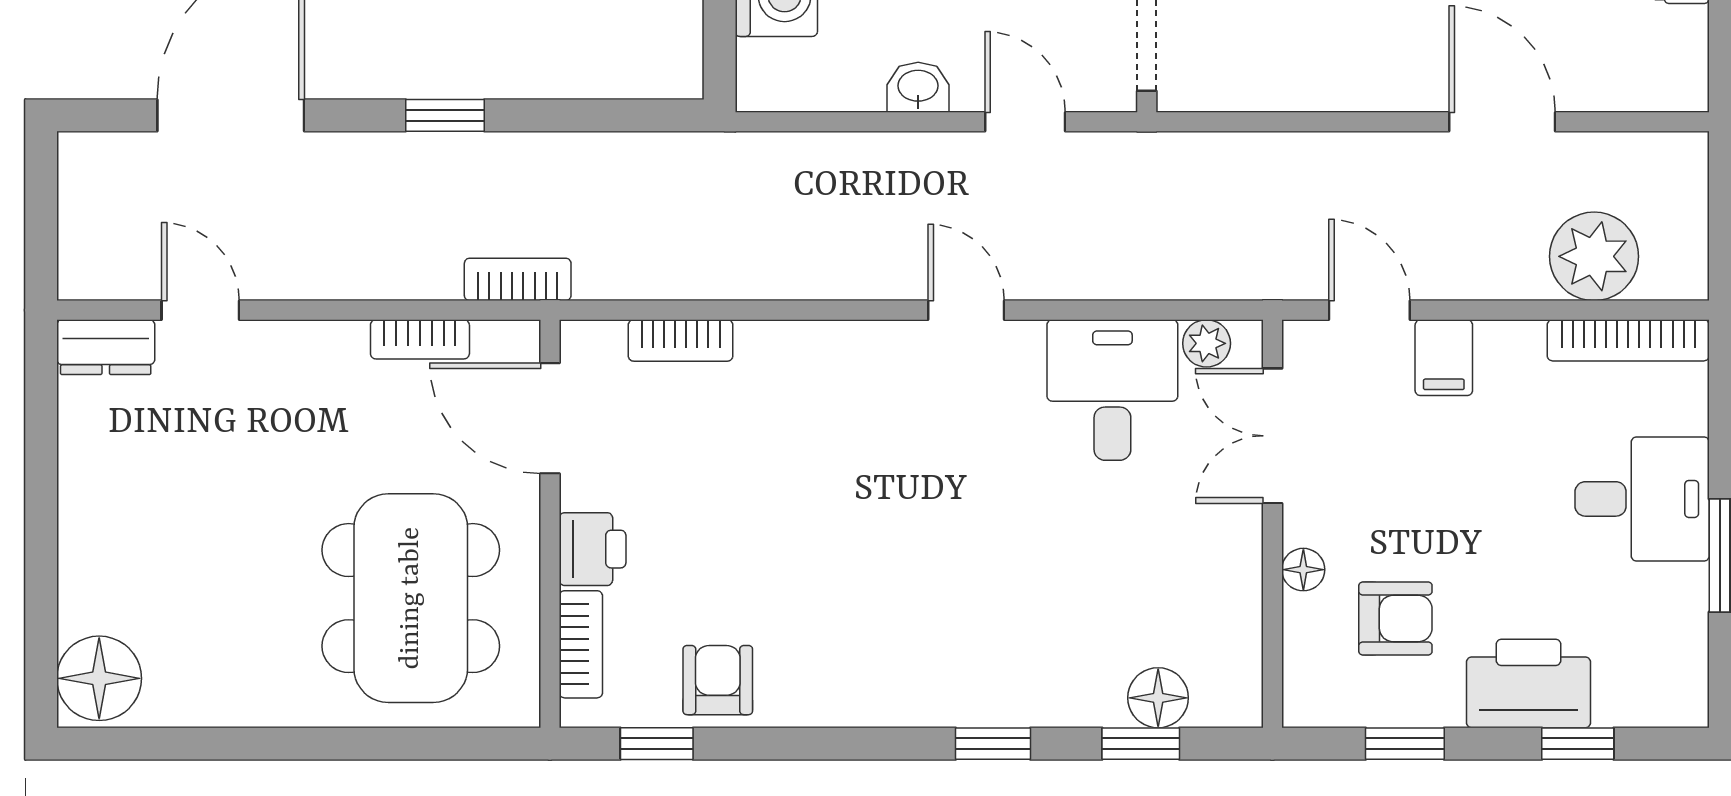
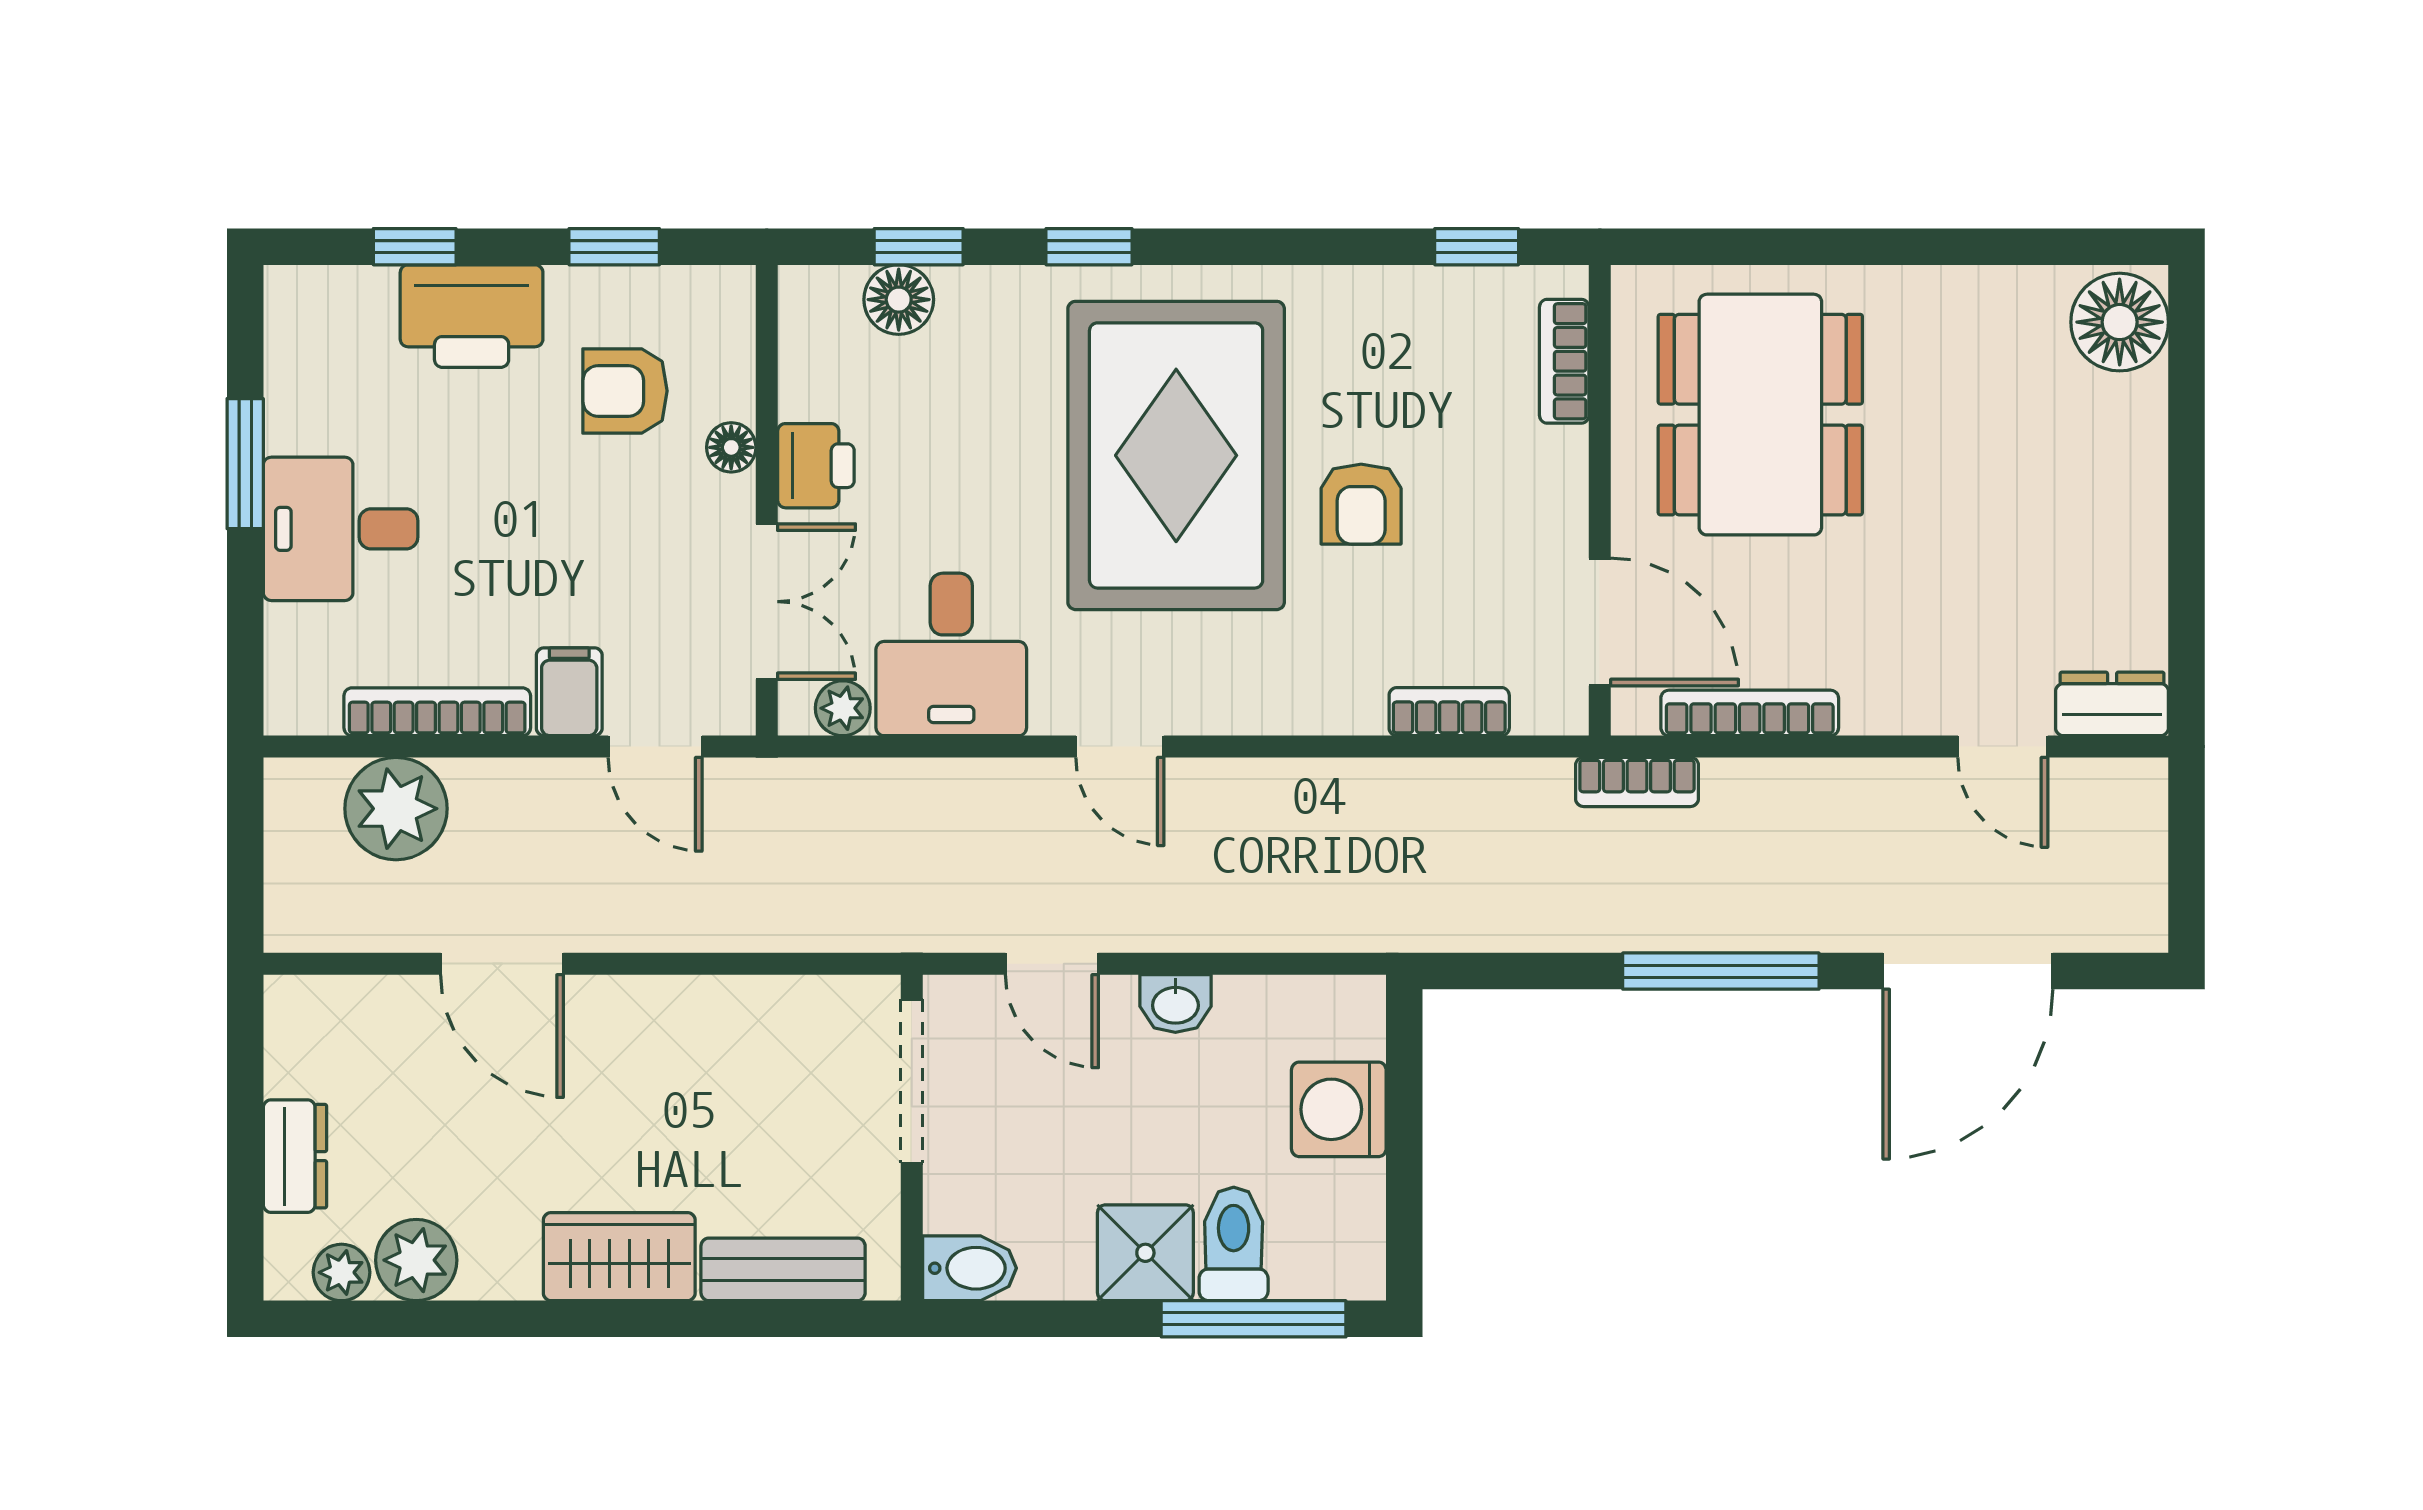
window: (445, 115) -> (1721, 971), width x2.17
bookcase: (420, 339) -> (1750, 713), width x1.56
bookcase: (1628, 340) -> (437, 712), moved
printer: (593, 549) -> (816, 466), moved, turned 180
rug: (917, 563) -> (1176, 455), added
armchair: (718, 680) -> (1361, 504), moved

